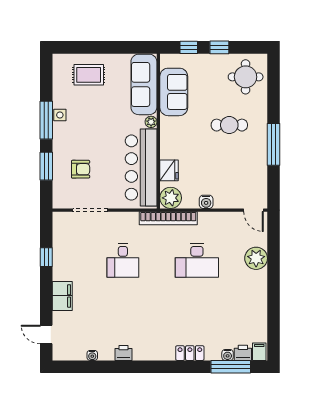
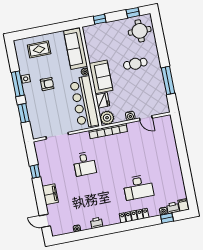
window: (219, 47) -> (133, 13), moved
sofa: (174, 92) -> (101, 77), moved
window: (273, 144) -> (168, 80), moved
armchair: (81, 169) -> (47, 84), moved
door: (254, 210) -> (146, 118), moved
plant: (256, 258) -> (169, 146), removed
desk: (197, 260) -> (138, 187), moved
locker: (190, 353) -> (134, 216), width x1.53
window: (231, 367) -> (167, 218), width x0.46

